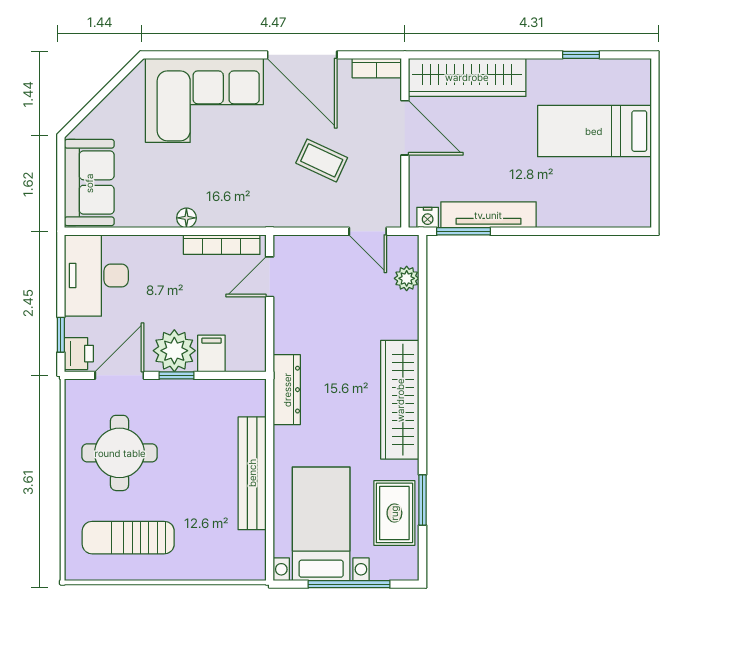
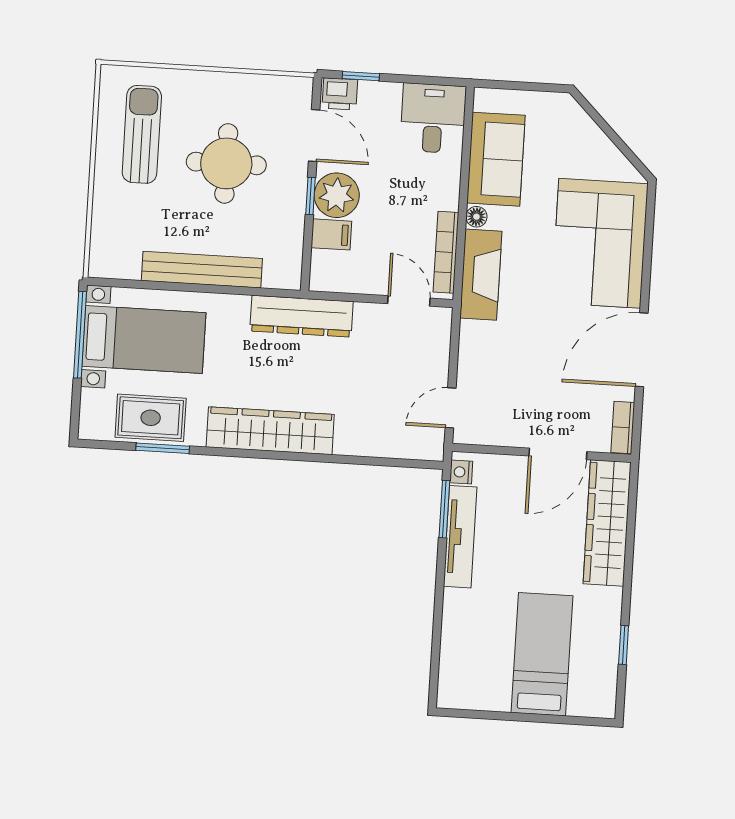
coffee table: (322, 160) -> (529, 364), removed
sofa: (89, 183) -> (496, 159), moved, turned -90
fireplace: (241, 210) -> (481, 275), added
desk: (96, 275) -> (433, 118), width x0.73
plant: (407, 278) -> (398, 446), removed
dresser: (287, 390) -> (301, 316), width x1.37, depth x1.24
round table: (120, 453) -> (226, 163), moved
window: (349, 584) -> (80, 335), moved

